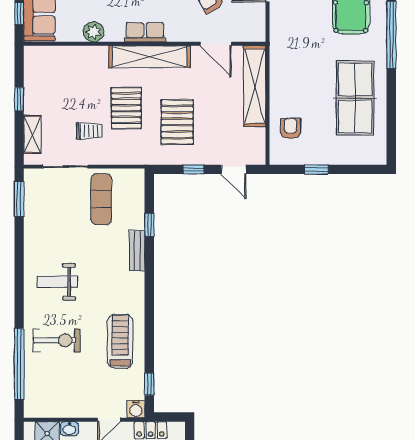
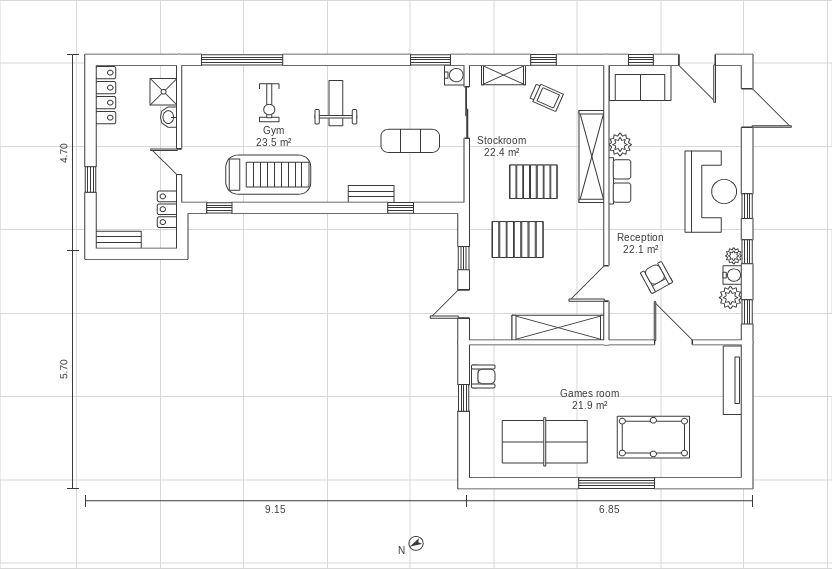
row of seats: (145, 32) -> (620, 181), moved
shelving: (150, 57) -> (592, 157), moved
armchair: (290, 129) -> (483, 376), moved
trolley: (89, 131) -> (546, 97), moved, turned -66
exercise mat: (101, 199) -> (410, 141), moved
exercise bike: (57, 340) -> (269, 103), width x0.73, depth x0.72
treadmill: (120, 341) -> (268, 175), width x1.37, depth x1.38
water cooler: (136, 409) -> (455, 75), moved, turned 180

